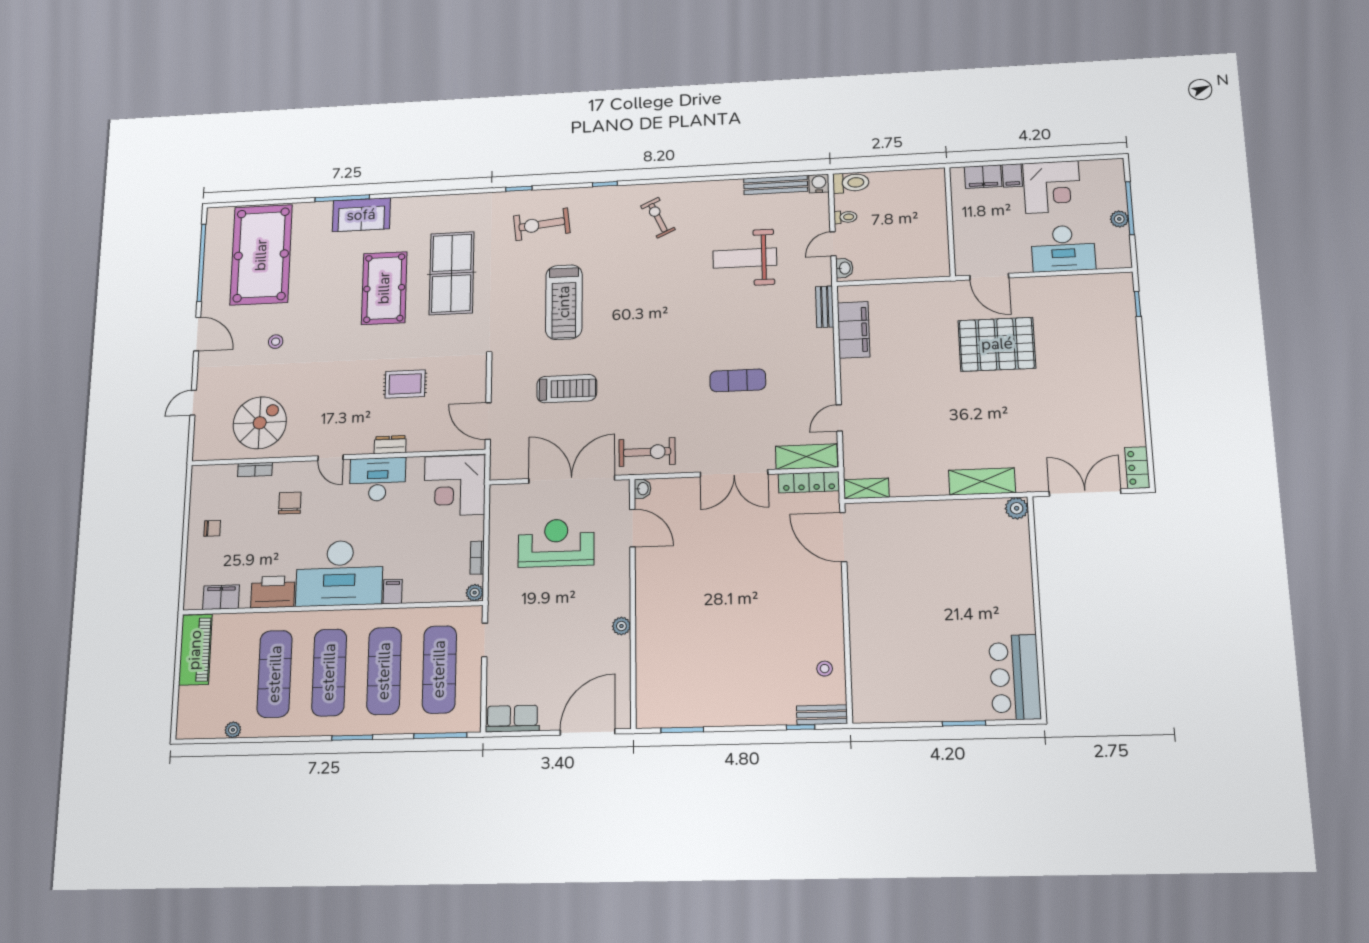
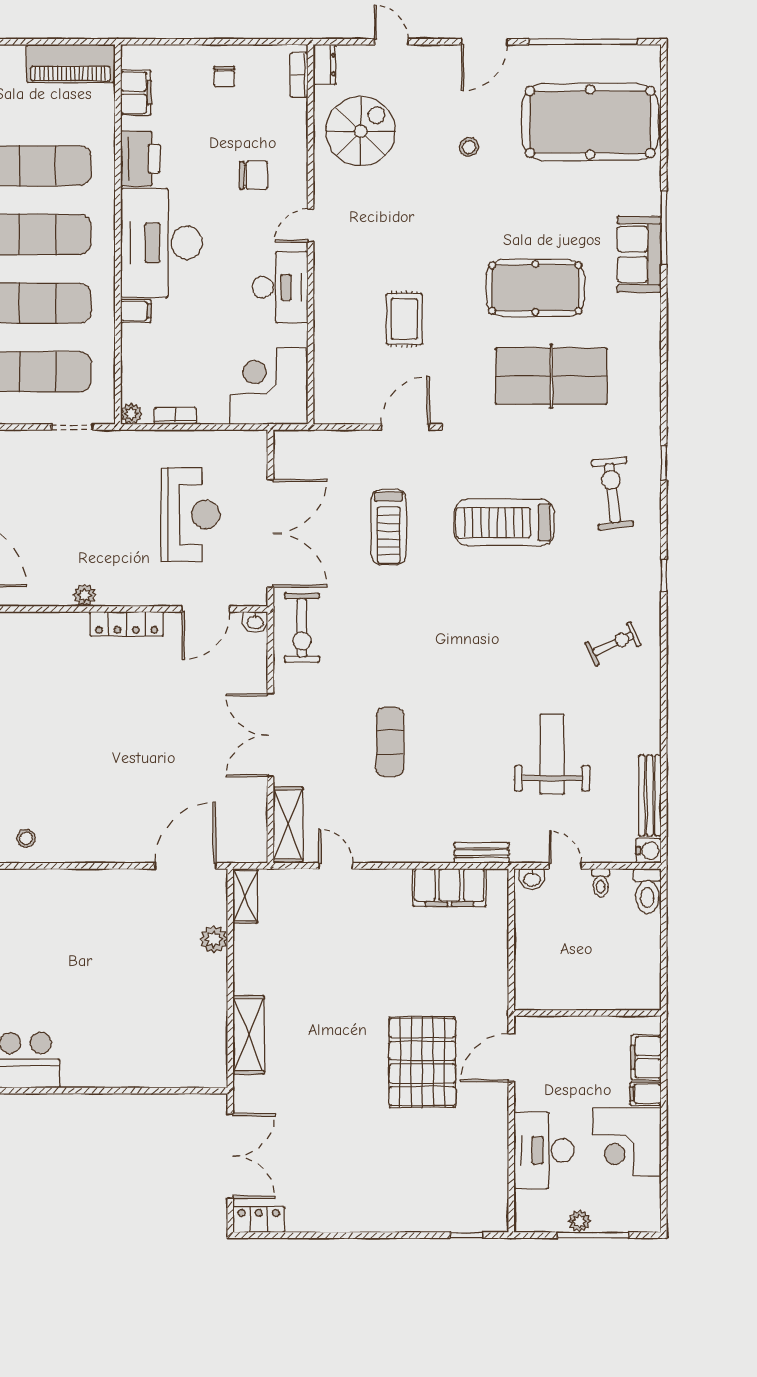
door: (488, 421) -> (405, 427), moved
spiral stairs: (260, 423) -> (361, 131), turned -90
dresser: (390, 445) -> (325, 65), moved
bookcase: (255, 469) -> (299, 75), moved
locker: (809, 482) -> (127, 624), moved, turned -90
plant: (1017, 508) -> (214, 939), moved

